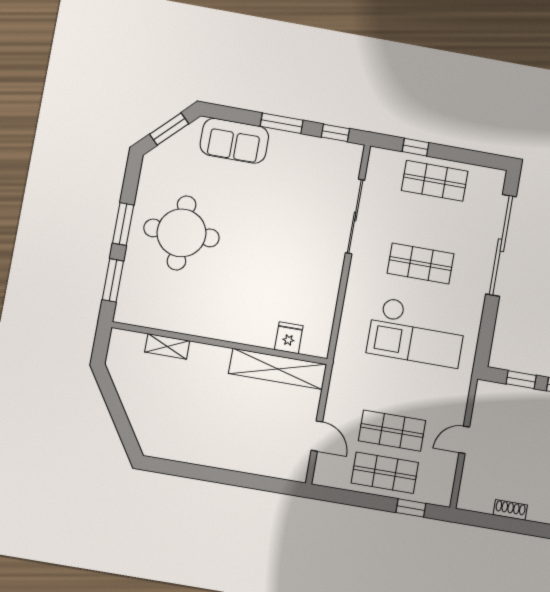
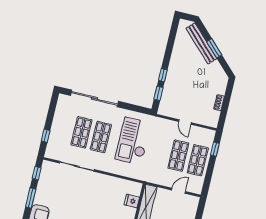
shop shelf: (435, 181) -> (81, 132), moved
checkout: (417, 332) -> (133, 141), turned 180

